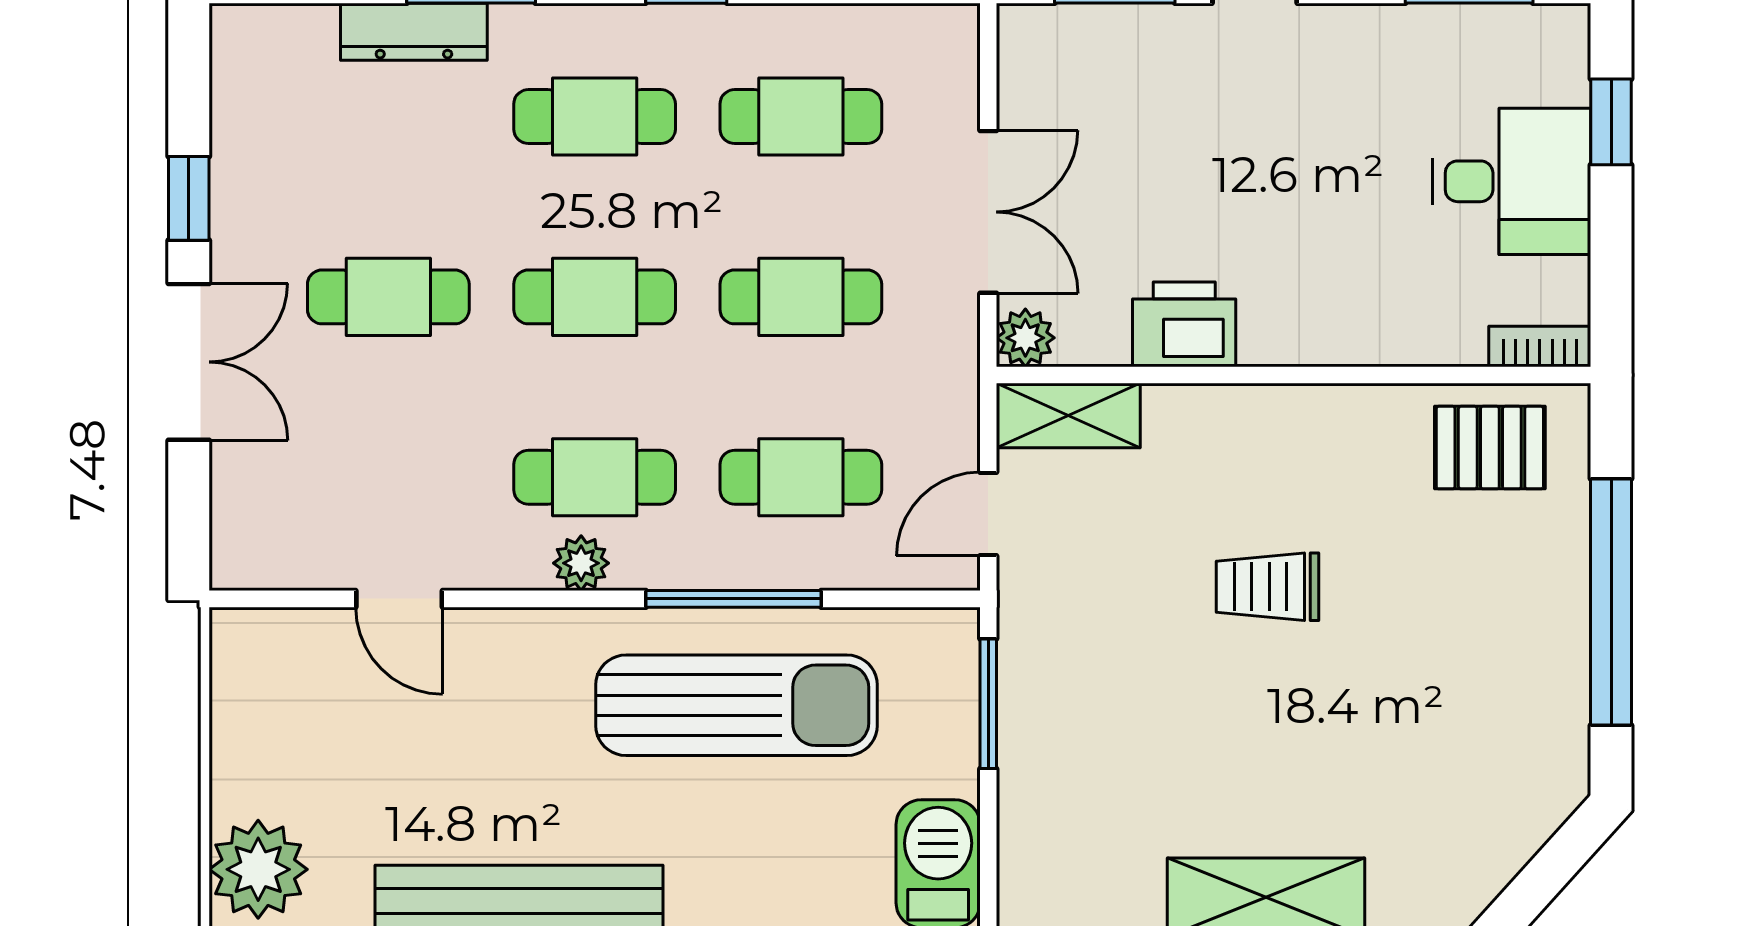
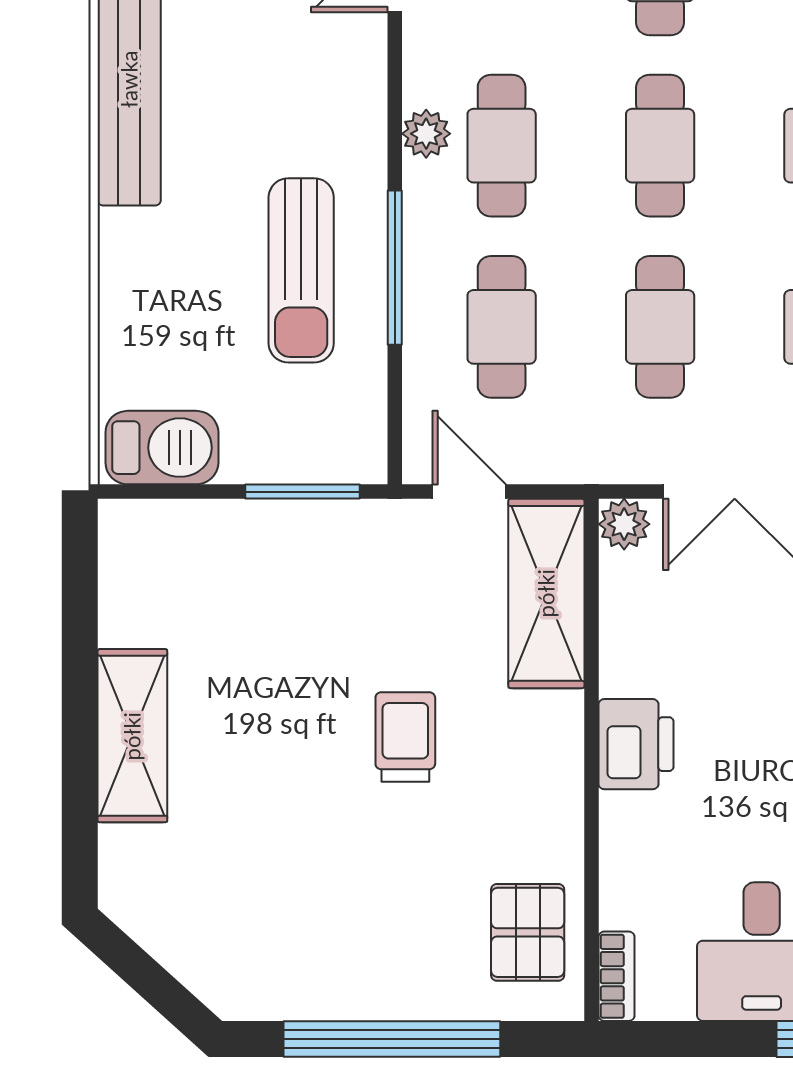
printer: (1184, 324) -> (636, 744), moved
shelving: (1068, 415) -> (546, 593), width x1.50, depth x1.33
sun lounger: (737, 705) -> (301, 270), width x0.73, depth x0.75

